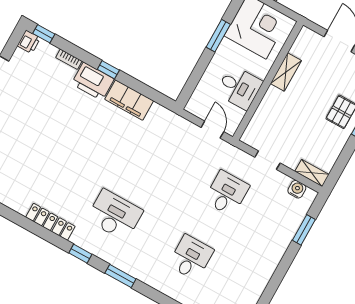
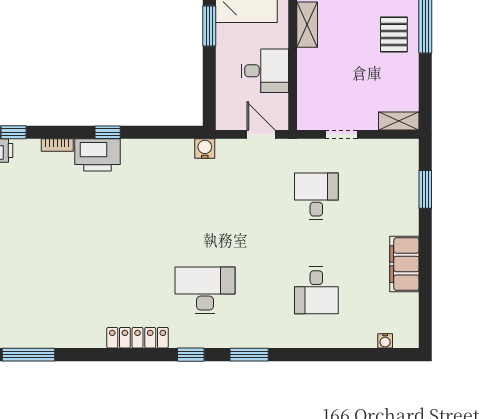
filing cabinet: (129, 100) -> (404, 264), moved, turned 90
water cooler: (297, 189) -> (205, 148), moved
desk: (191, 257) -> (316, 290), turned 180

